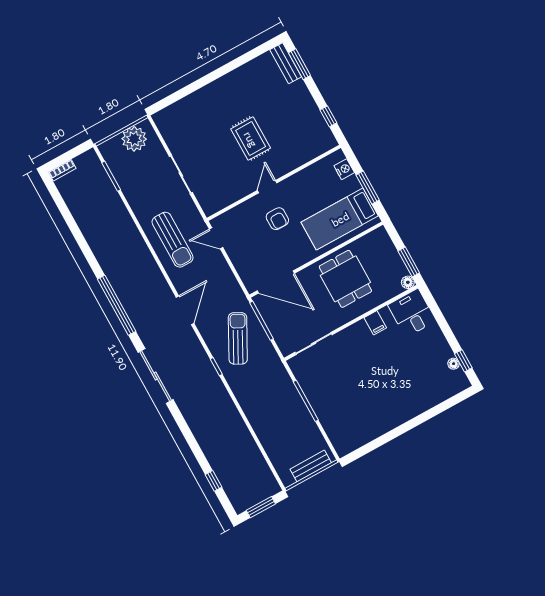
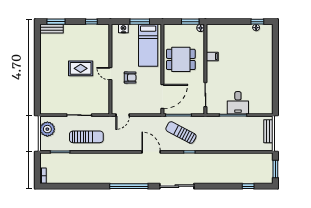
sun lounger: (173, 240) -> (86, 137), moved
desk: (412, 313) -> (238, 103), moved, turned -90

